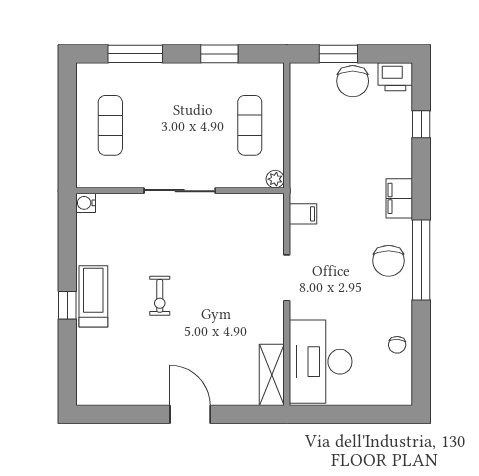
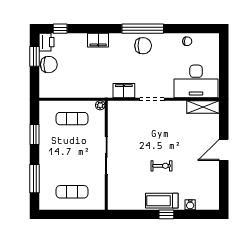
window: (338, 54) -> (35, 56), moved
window: (421, 124) -> (60, 29), moved
filing cabinet: (399, 198) -> (98, 40), moved
water cooler: (86, 203) -> (190, 205), moved
filing cabinet: (303, 214) -> (124, 91), width x2.00

